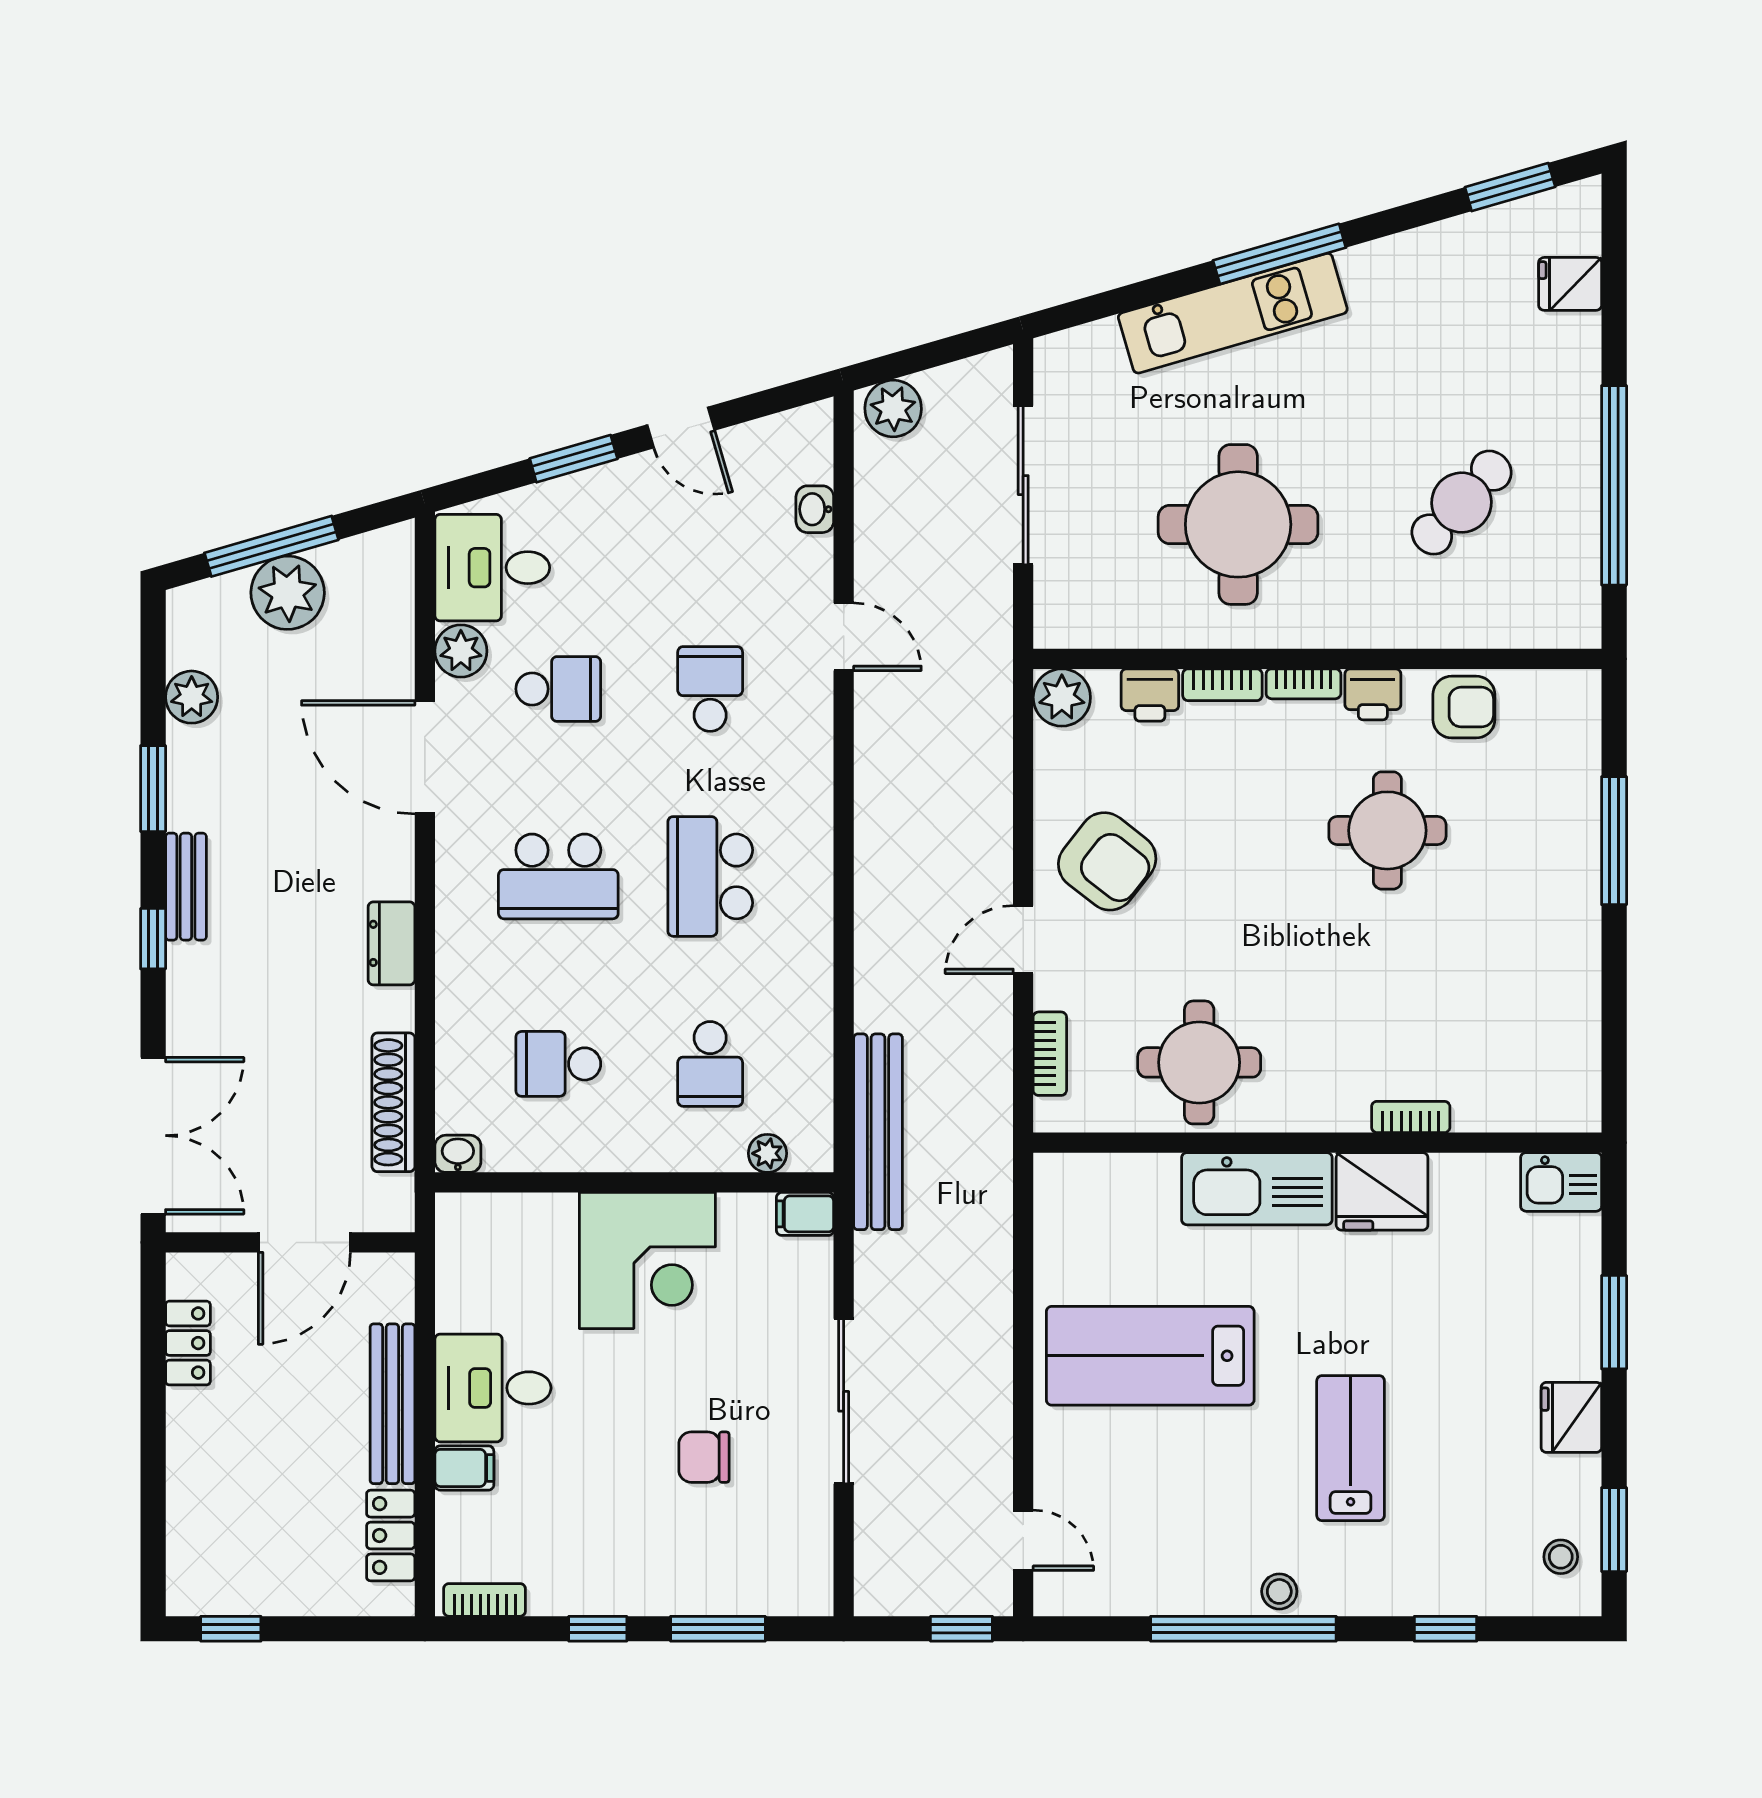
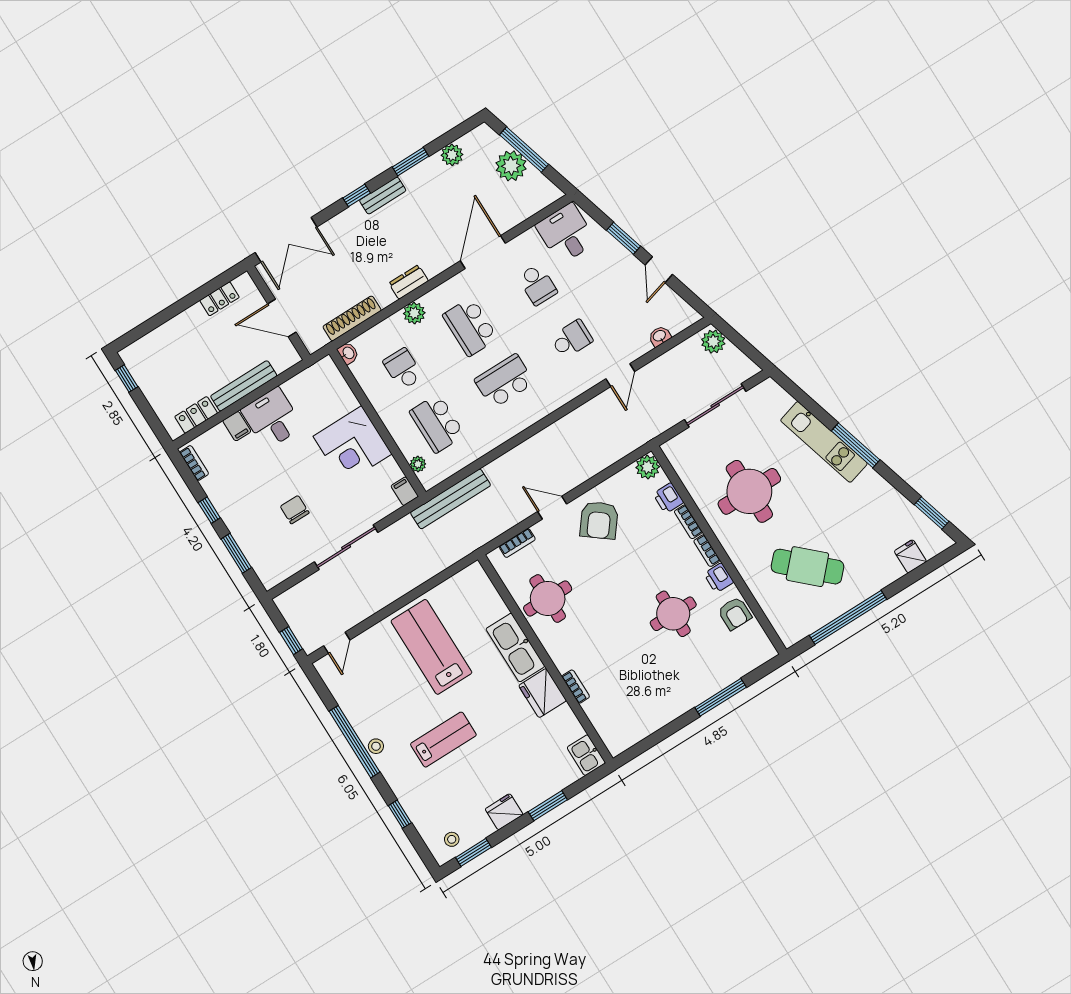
cafe table: (1462, 503) -> (807, 567), width x1.37, depth x1.35
plant: (461, 651) -> (414, 313), moved
school desk: (710, 1064) -> (437, 423), width x1.85

